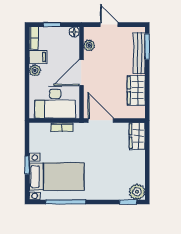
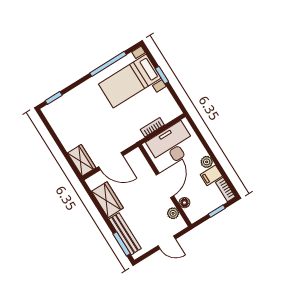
floor lamp: (74, 32) -> (184, 203), moved
door: (101, 120) -> (111, 161), moved
plant: (137, 192) -> (51, 112), removed

